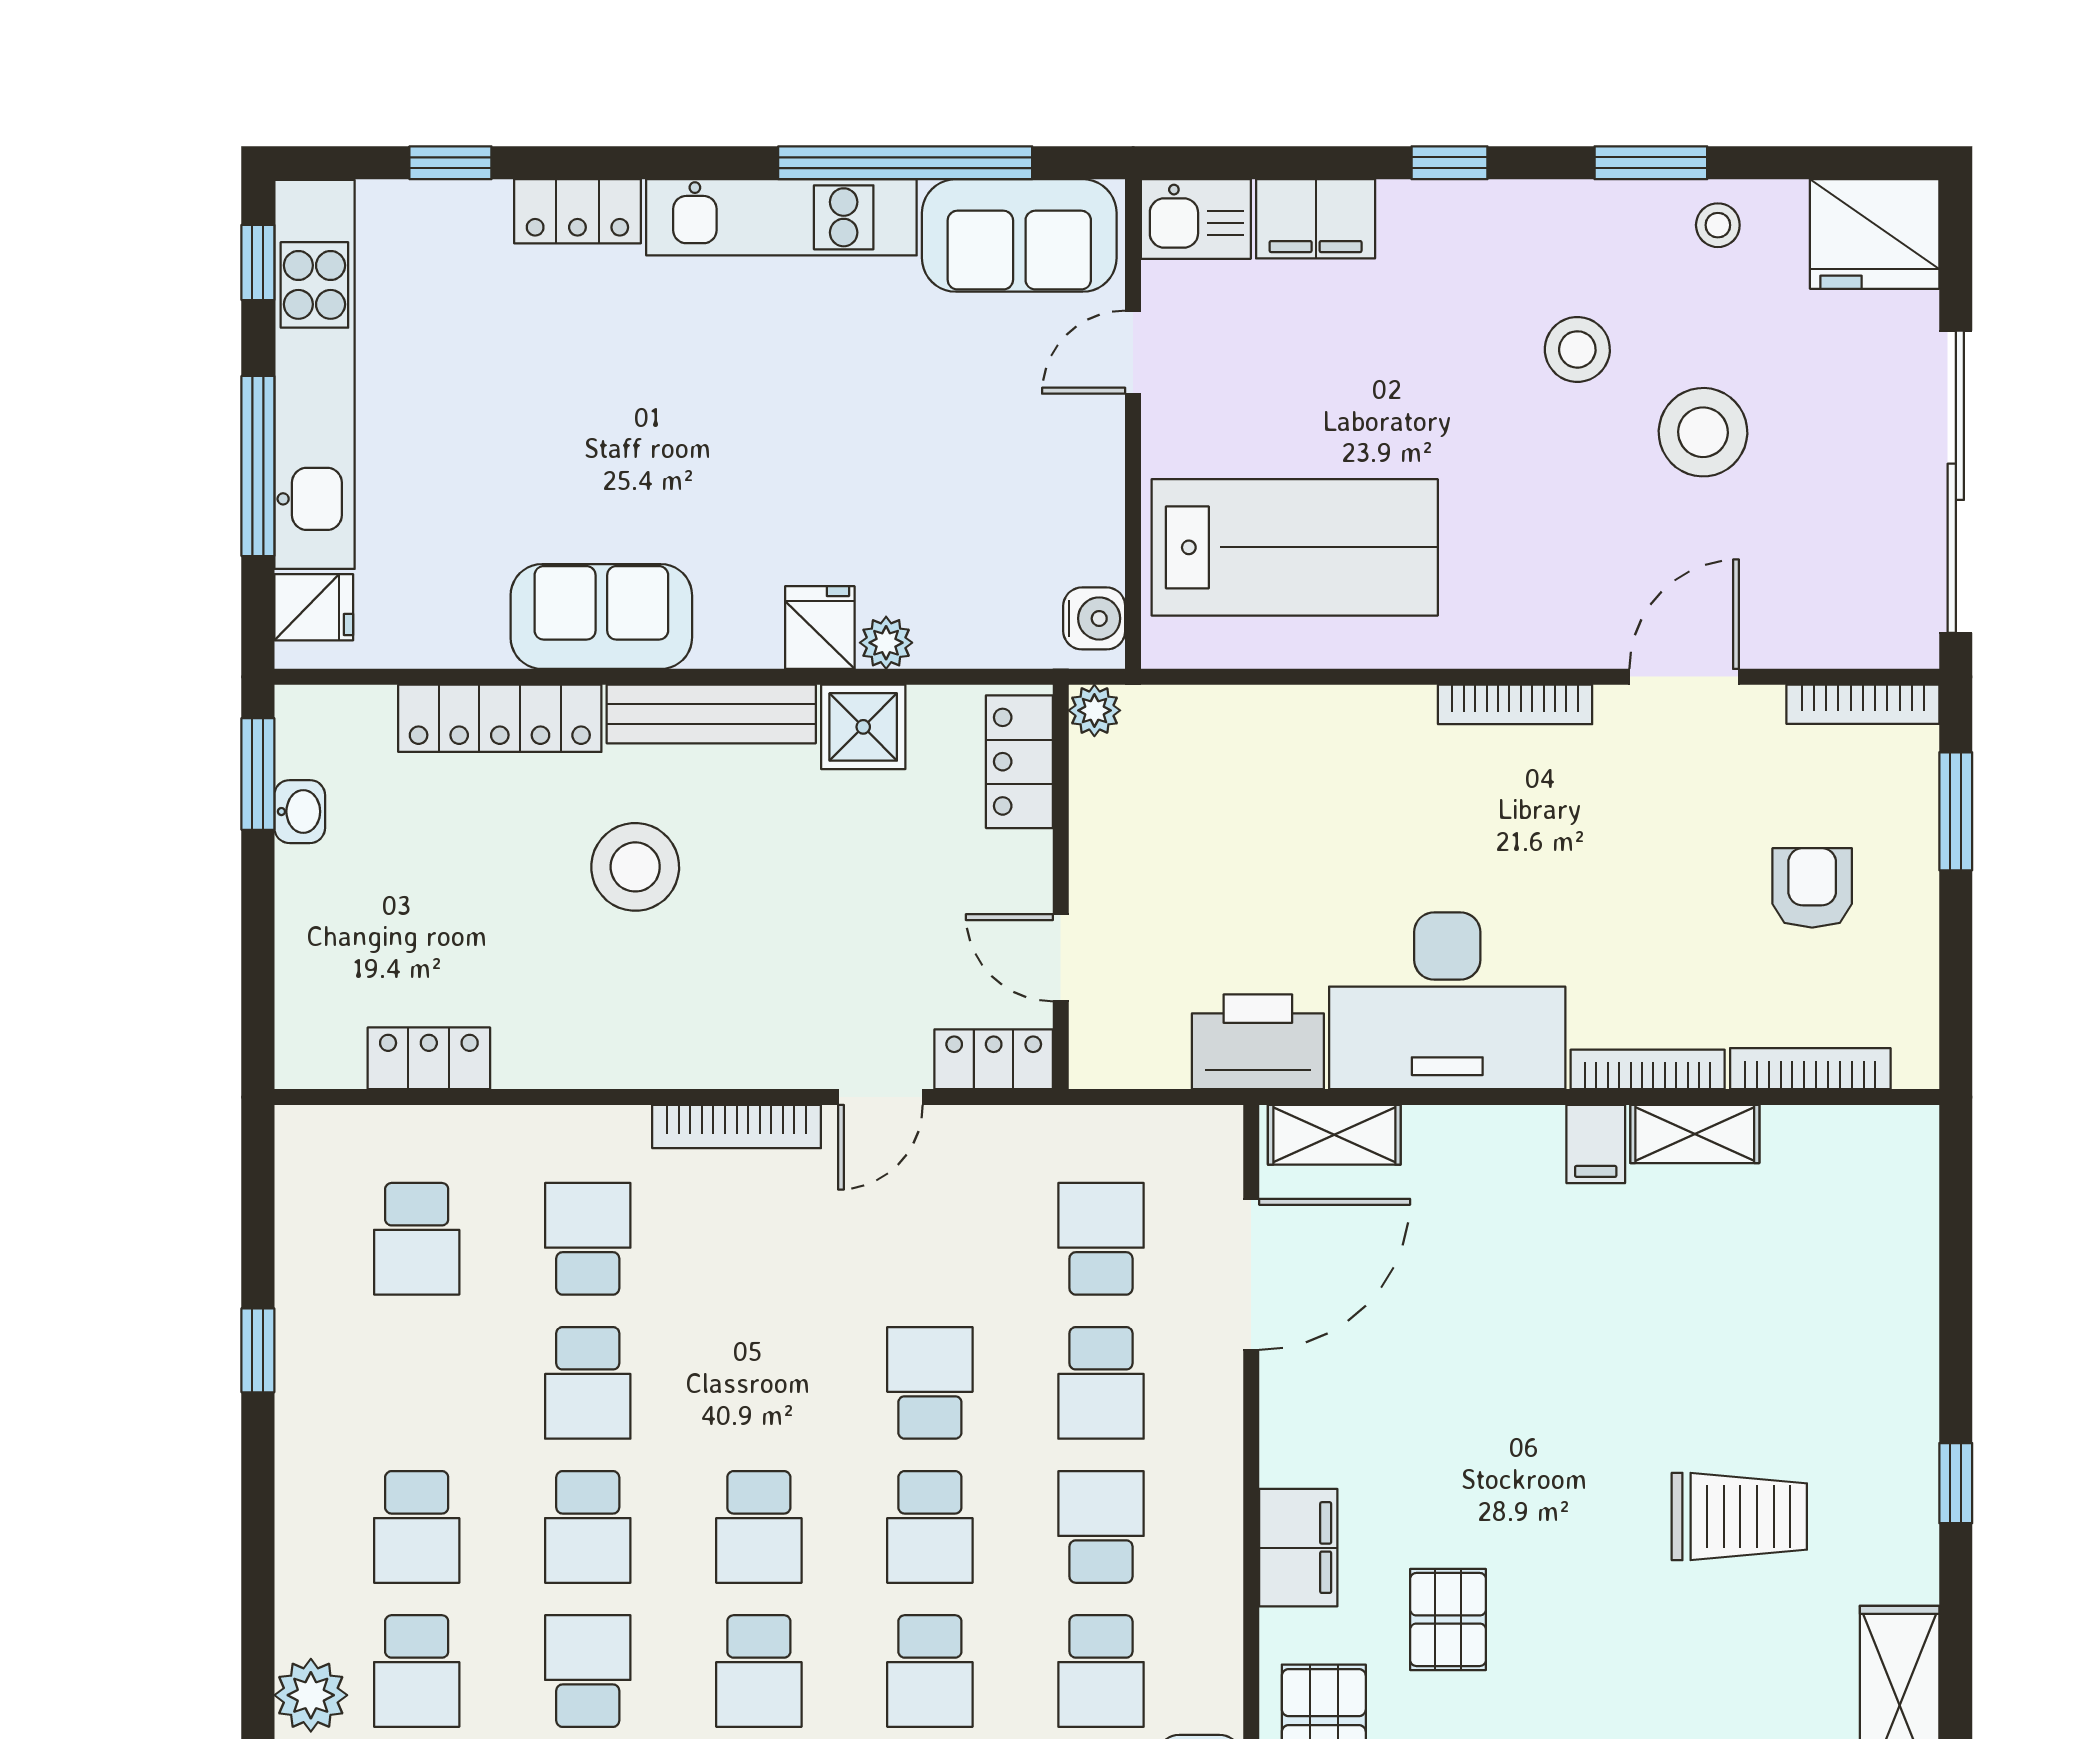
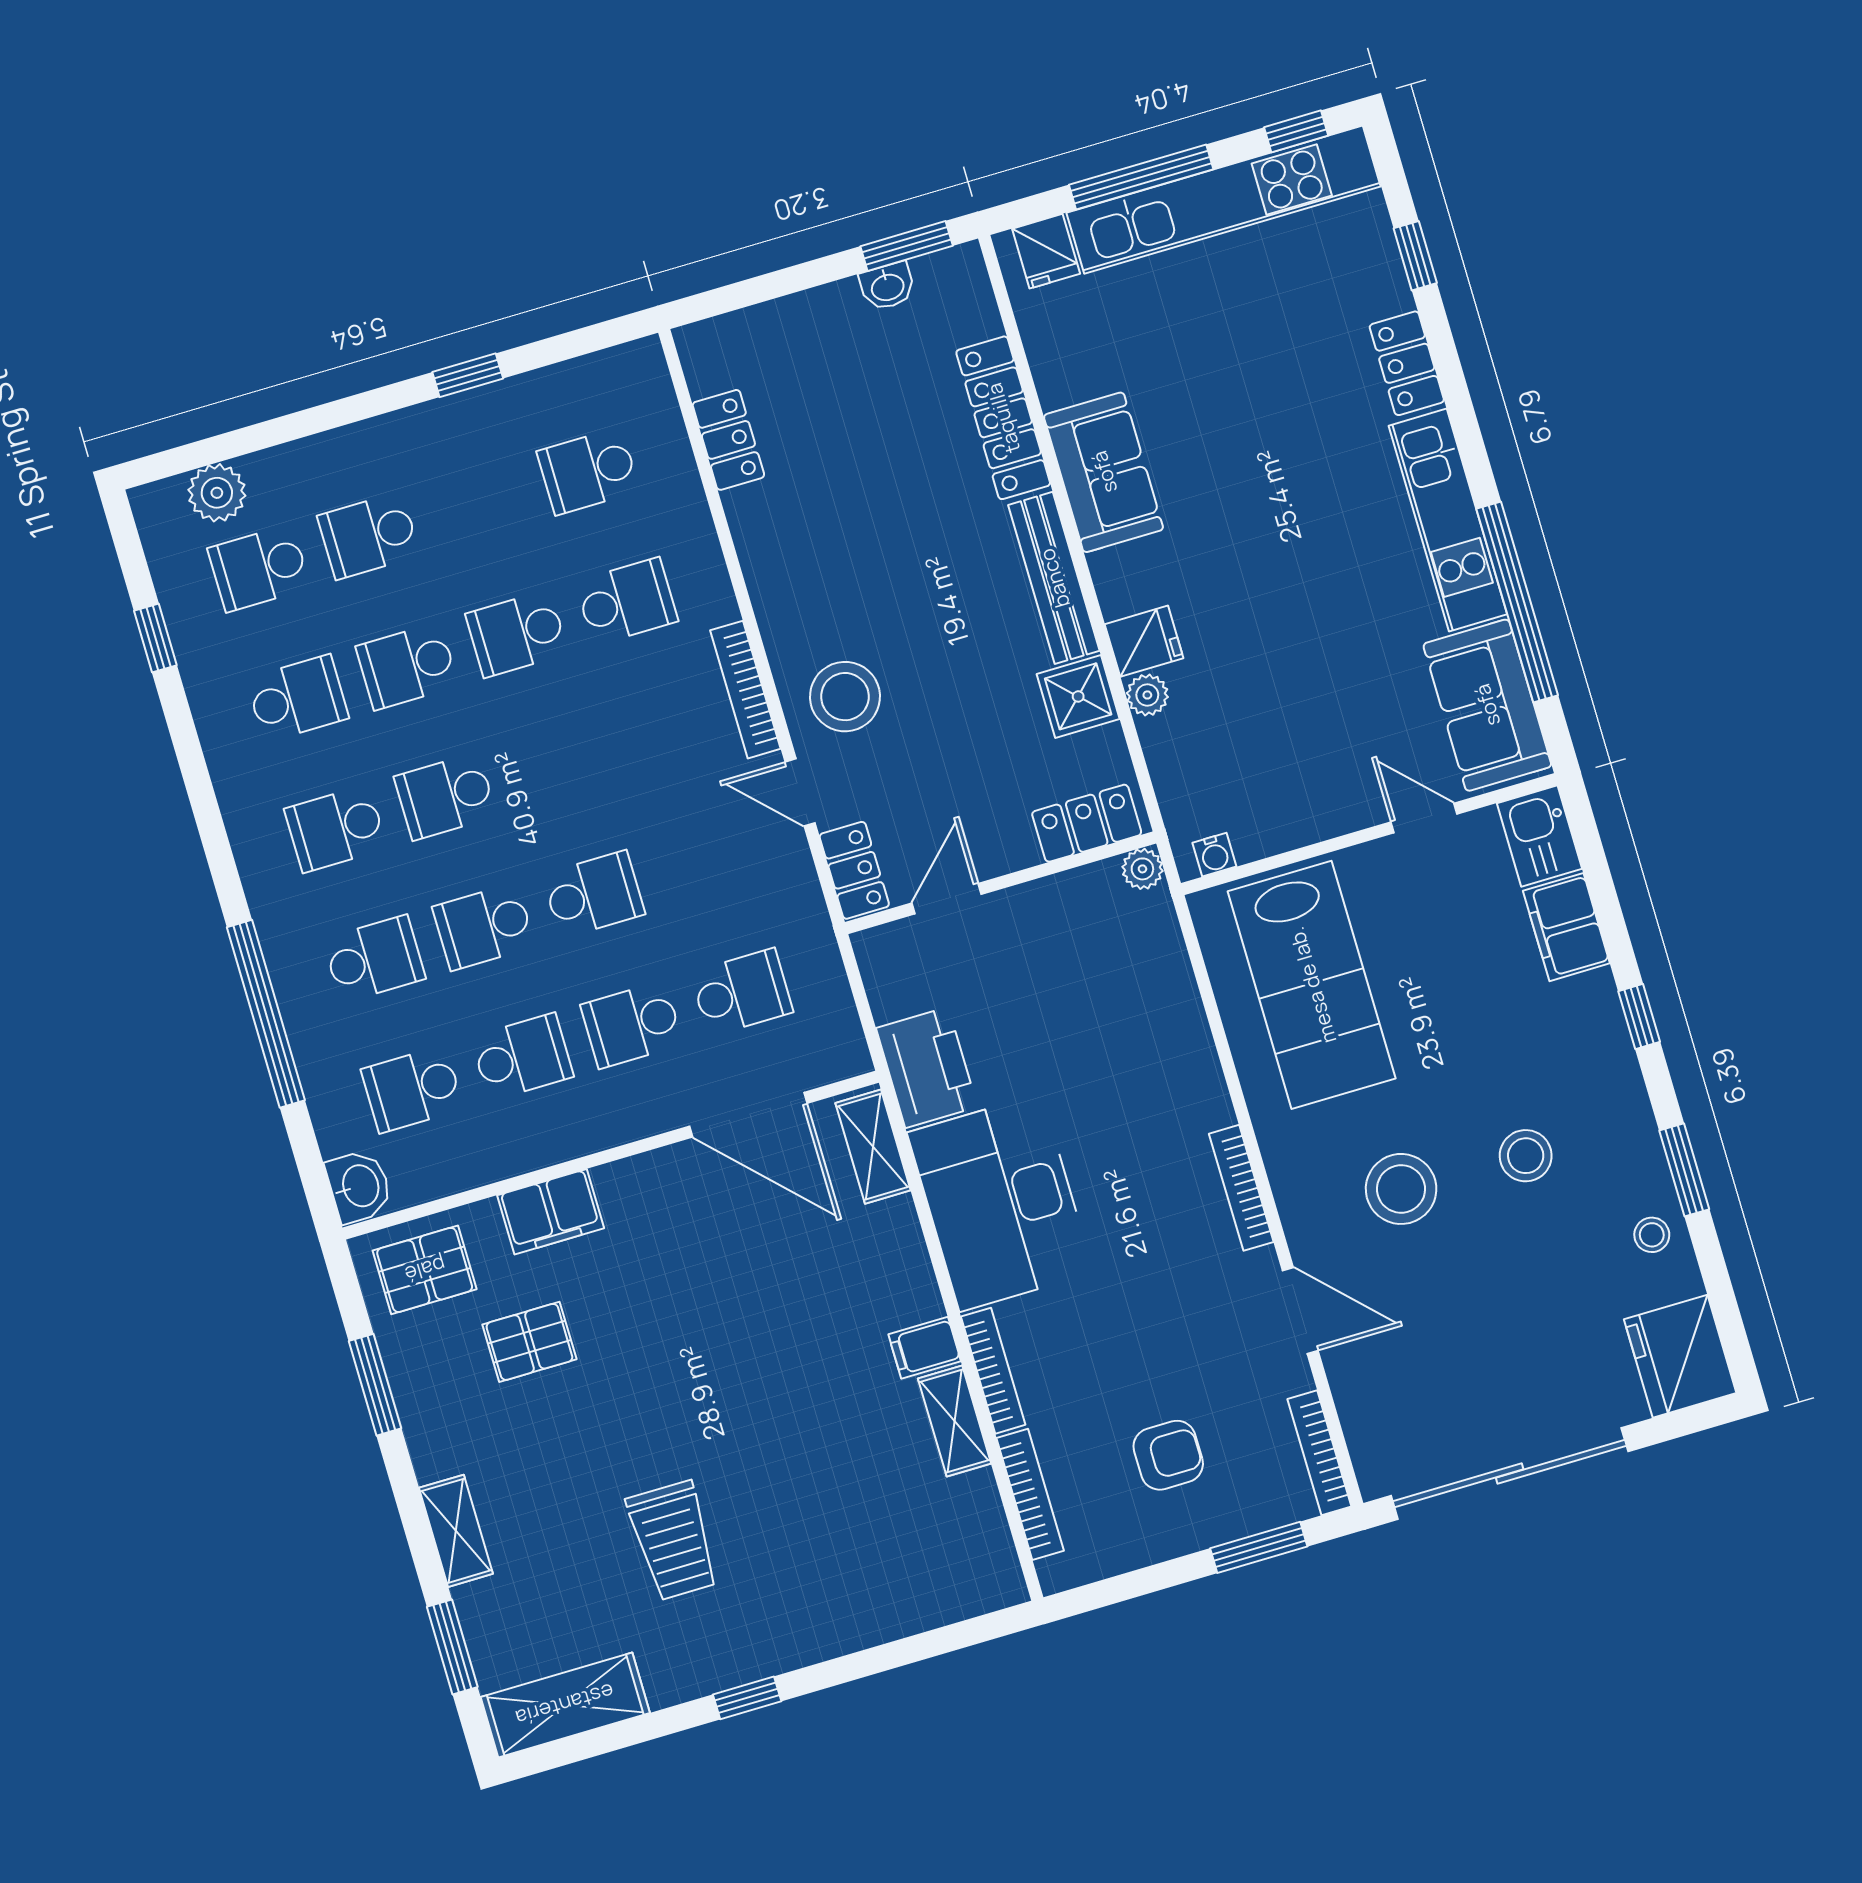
stool: (1703, 432) -> (1401, 1189), moved
water cooler: (1094, 618) -> (1214, 855), width x0.72, depth x0.72
stool: (635, 867) -> (845, 697), moved
school desk: (930, 1671) -> (374, 959), turned 180

